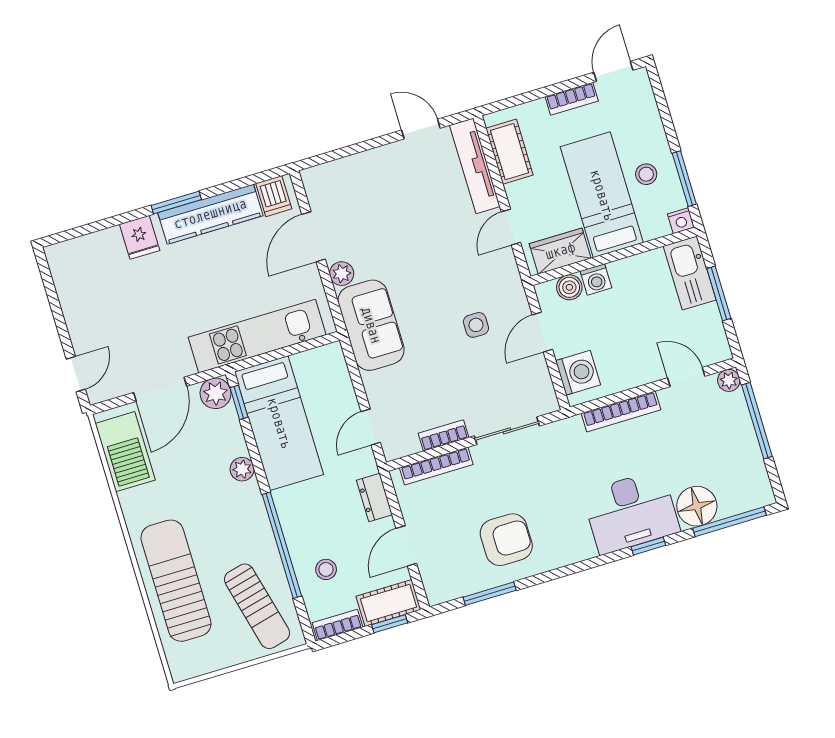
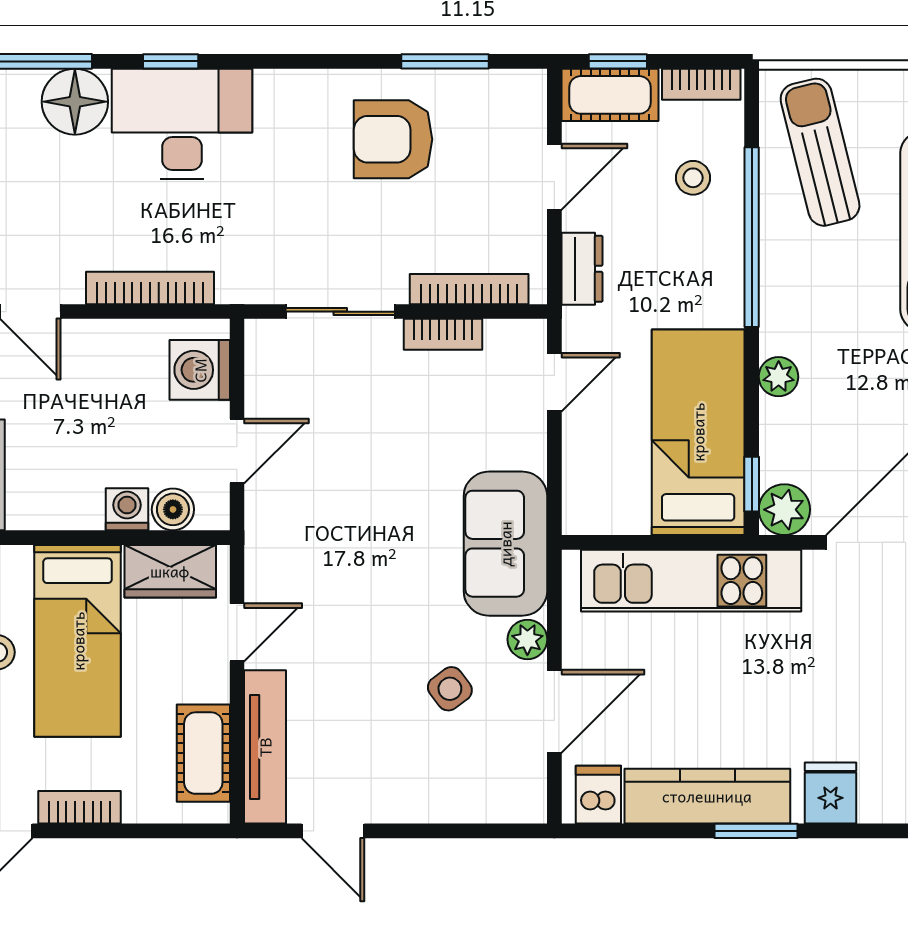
side table: (476, 325) -> (450, 689), moved, turned -37

